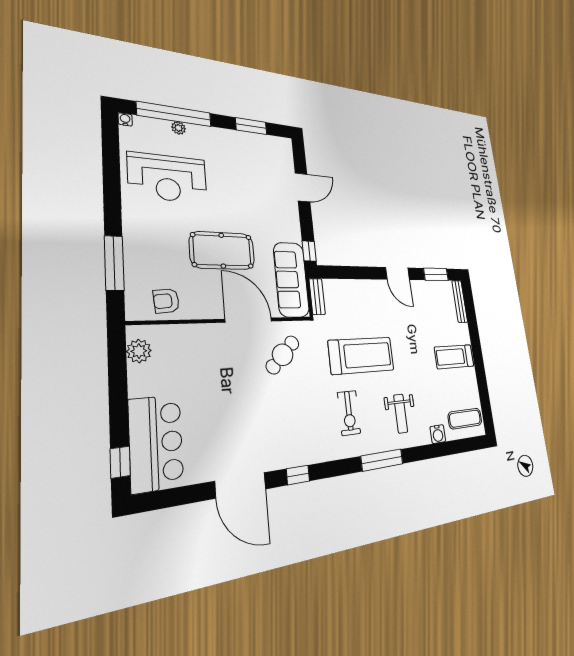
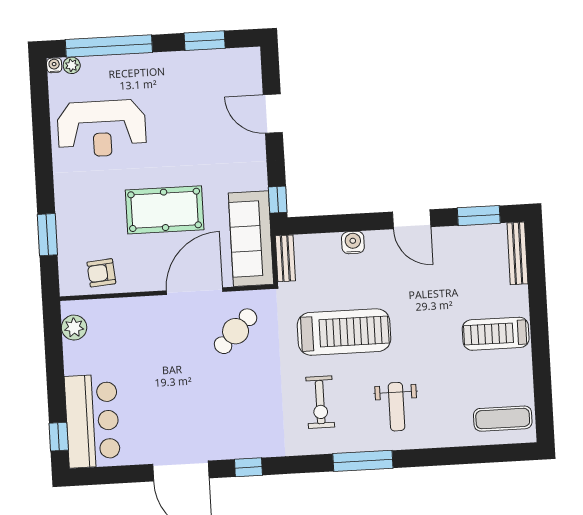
plant: (179, 128) -> (72, 65), moved
door: (303, 187) -> (273, 114), swing flipped
window: (114, 263) -> (47, 235), width x0.69
door: (249, 320) -> (195, 291), hinge flipped
water cooler: (438, 434) -> (353, 243), moved, turned 180

